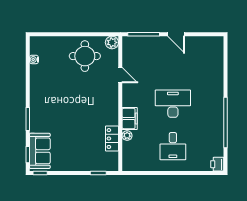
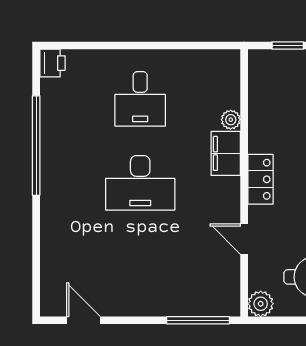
door: (176, 34) -> (83, 320), moved
locker: (112, 139) -> (260, 179), moved
desk: (173, 146) -> (140, 99), turned 180

